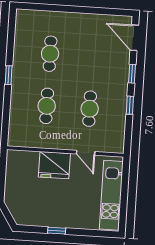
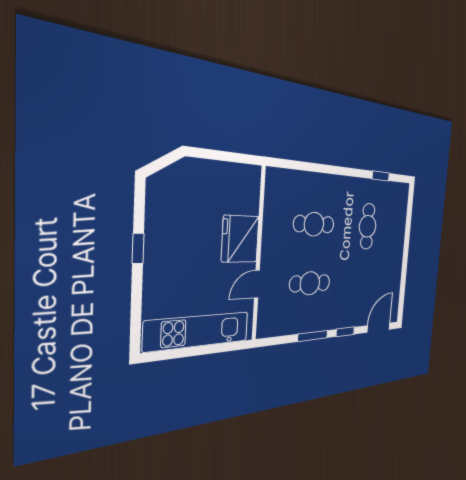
cafe table: (50, 54) -> (368, 226), turned 90
window: (9, 75) -> (381, 176), moved
window: (130, 105) -> (313, 336), width x1.50

